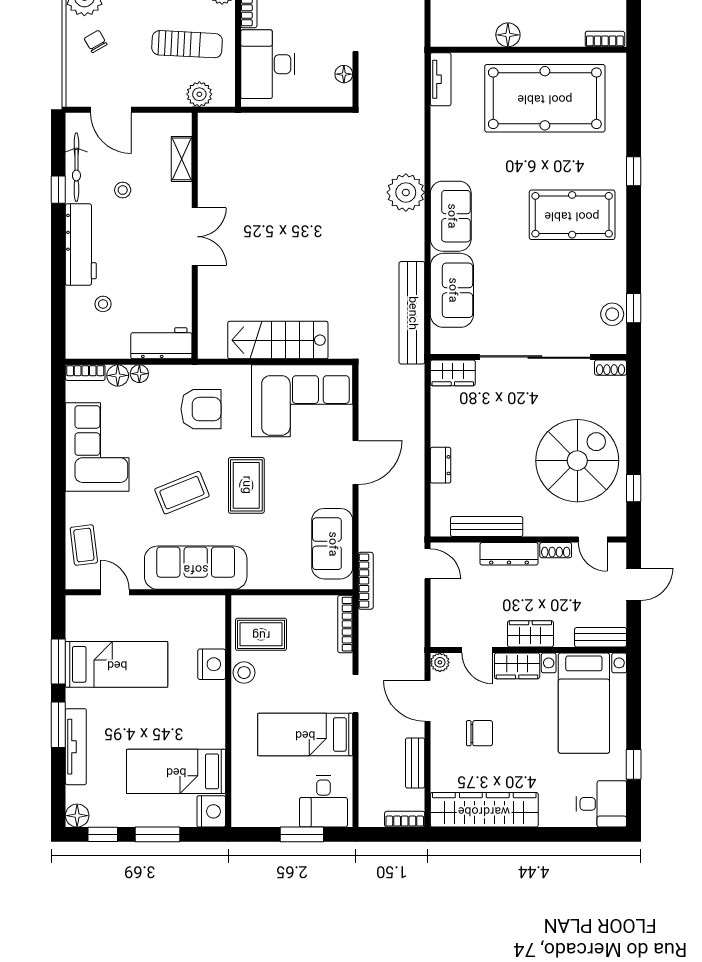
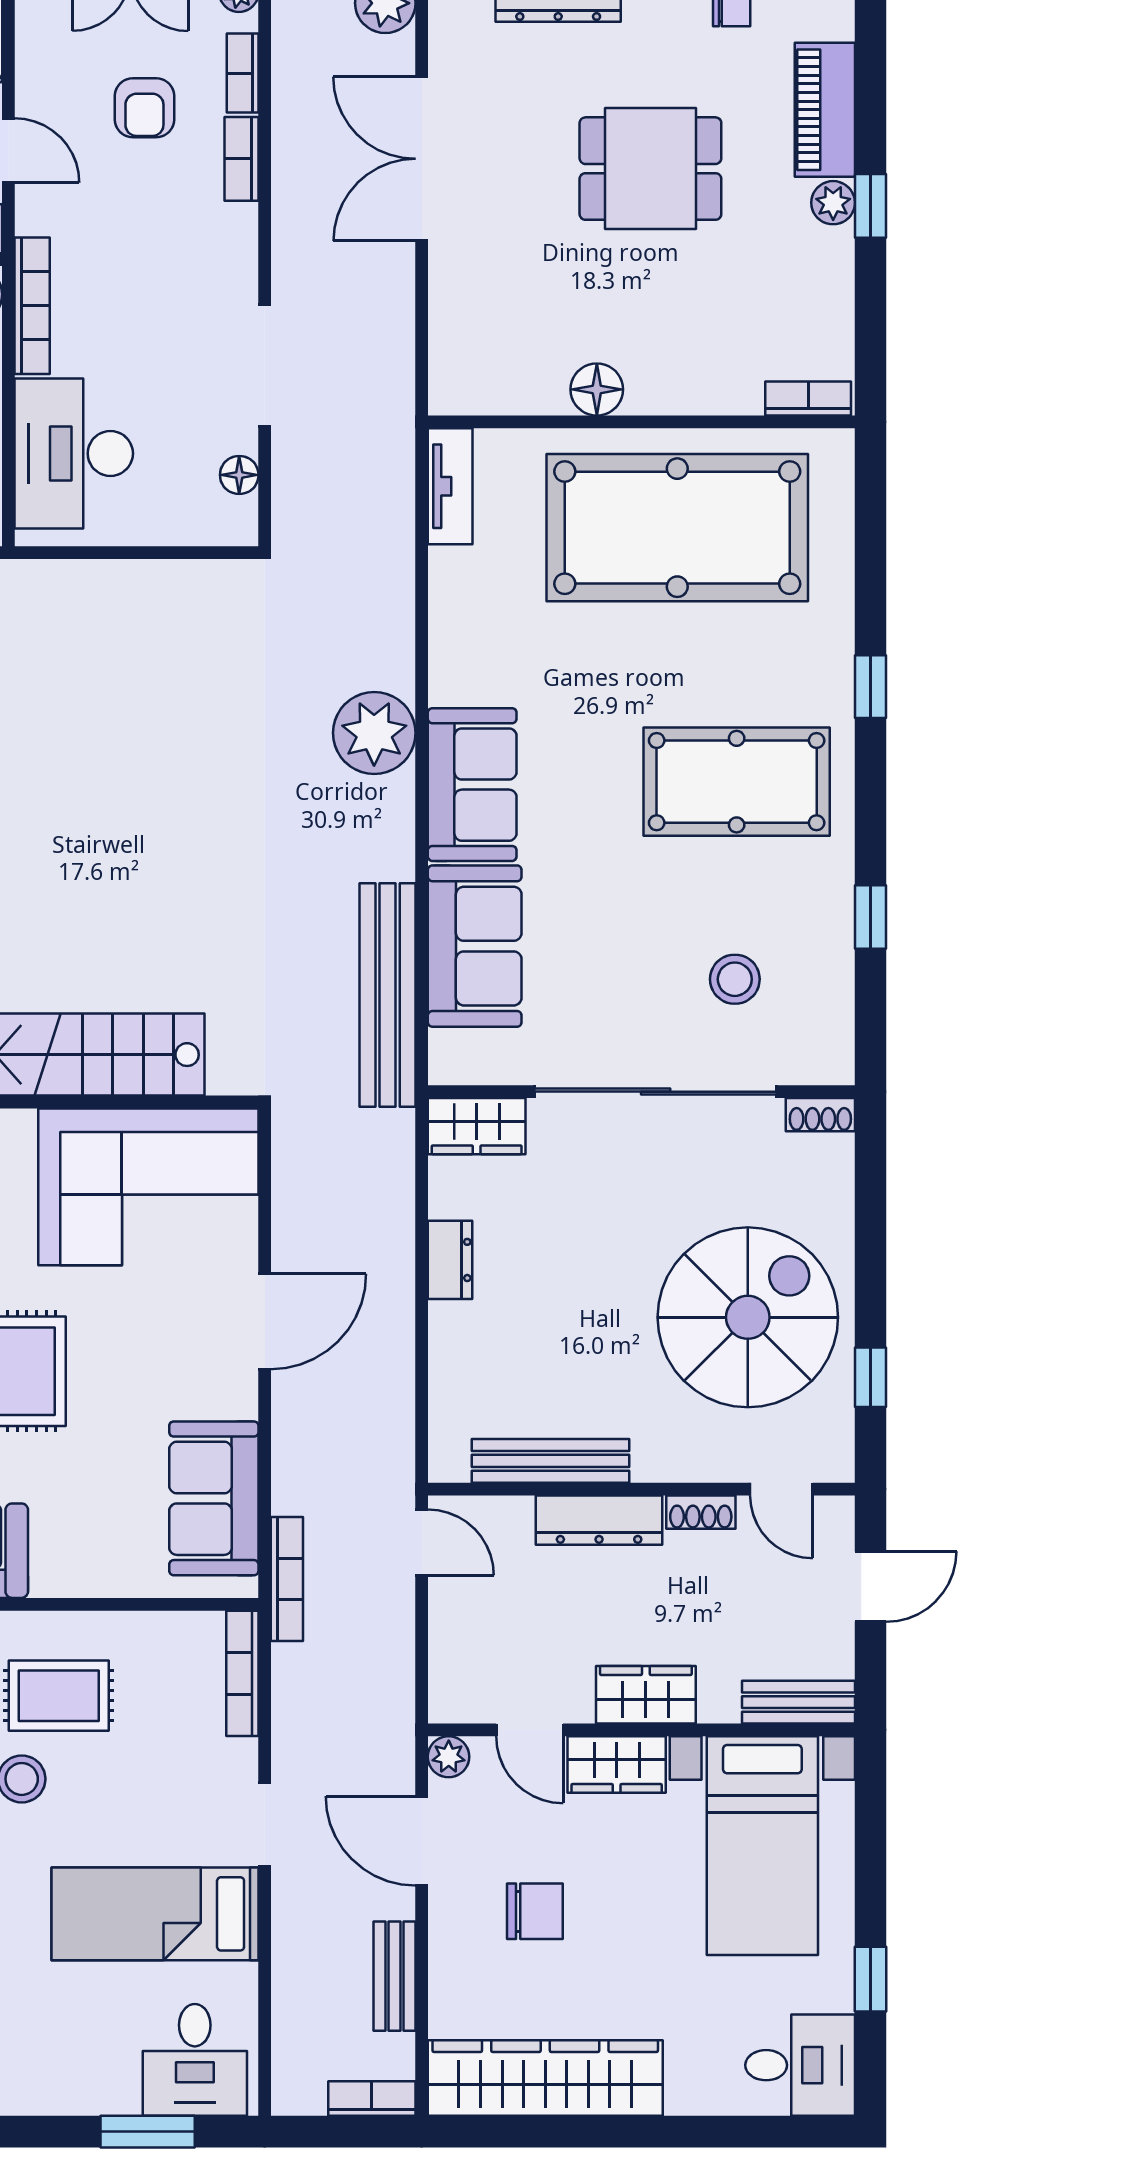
window: (634, 308) -> (871, 917), moved
stool: (612, 314) -> (735, 979), moved
dresser: (441, 465) -> (450, 1260), moved

